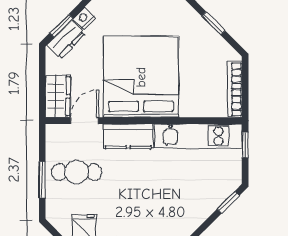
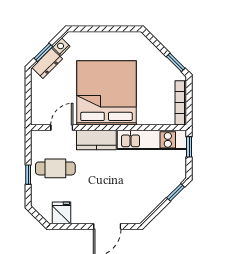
window: (213, 23) -> (176, 62), moved
wardrobe: (58, 96) -> (41, 108), removed
window: (42, 180) -> (28, 175), width x0.67

